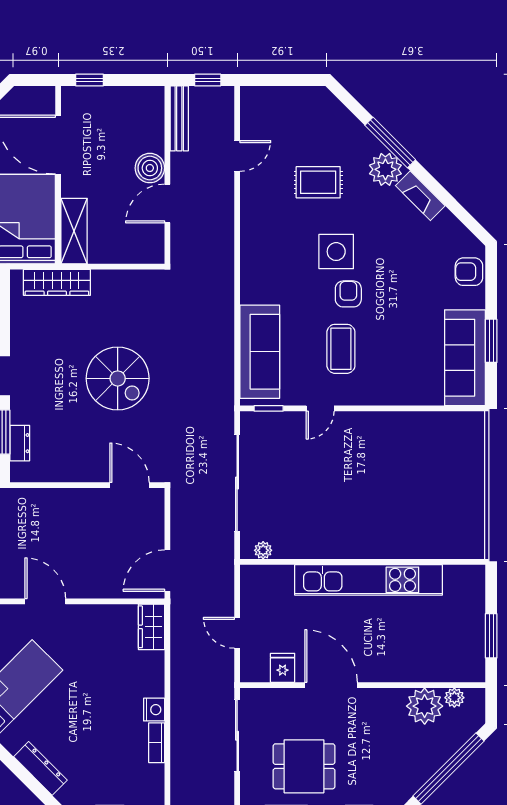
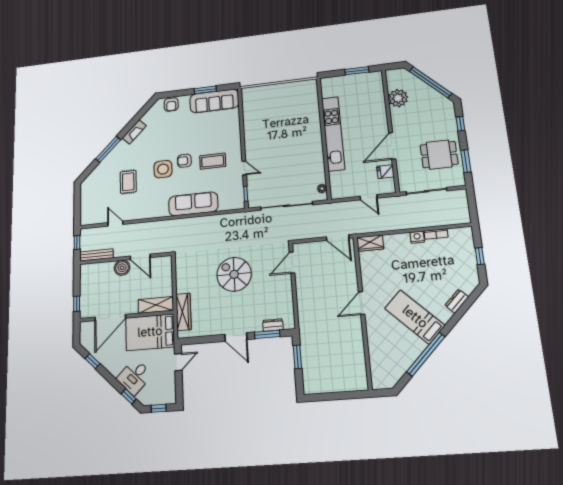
plant: (385, 169) -> (121, 150), removed
sofa: (260, 352) -> (193, 204), moved
spiral stairs: (118, 378) -> (234, 274), turned -90
door: (237, 633) -> (369, 197), hinge flipped
plant: (454, 698) -> (392, 84), removed
dining table: (304, 766) -> (439, 155), turned 90
dresser: (40, 768) -> (457, 301), width x0.70

